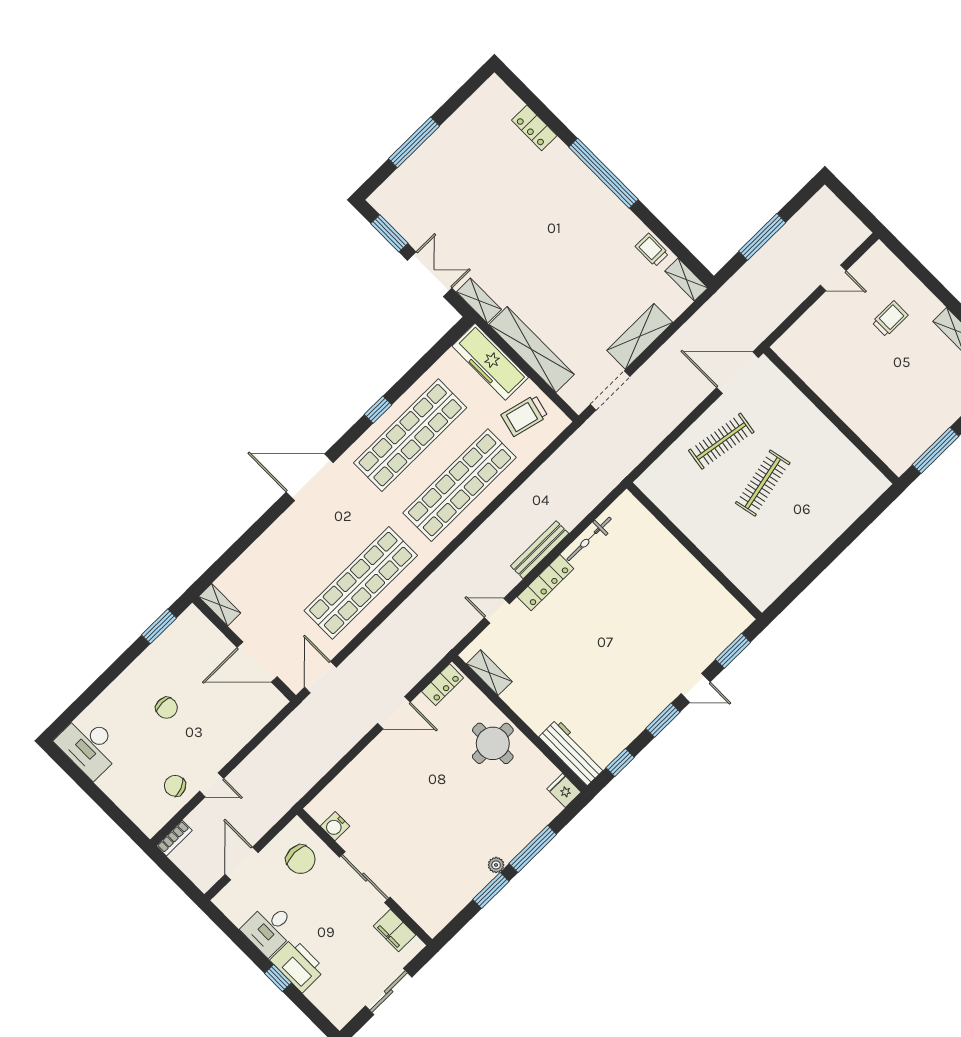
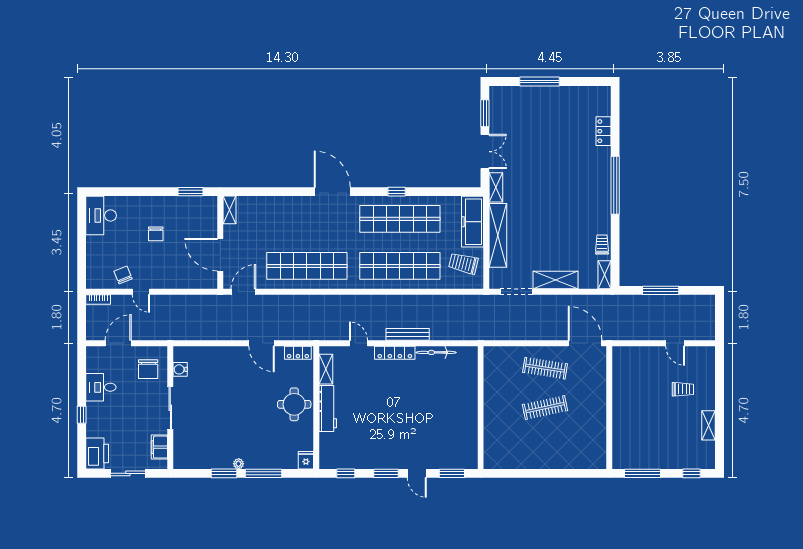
workbench: (572, 752) -> (328, 408), moved
printer: (298, 965) -> (97, 453), moved

